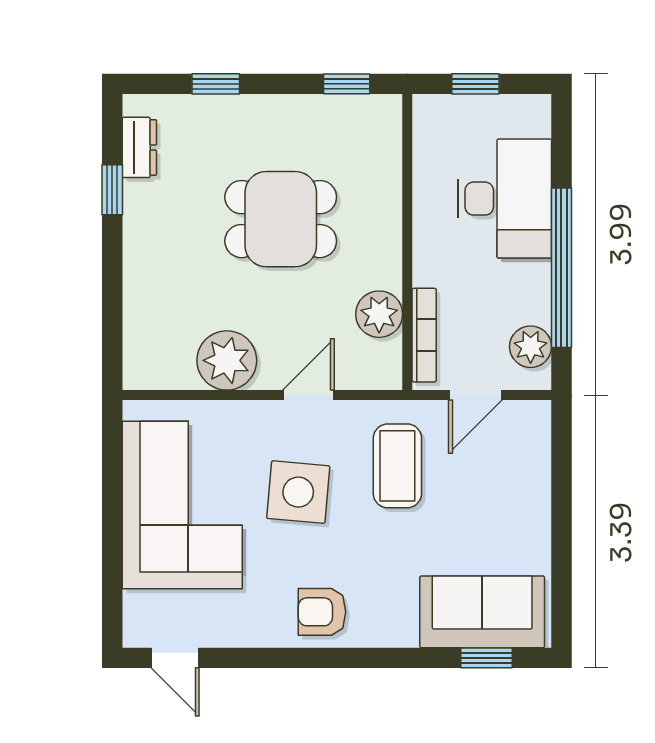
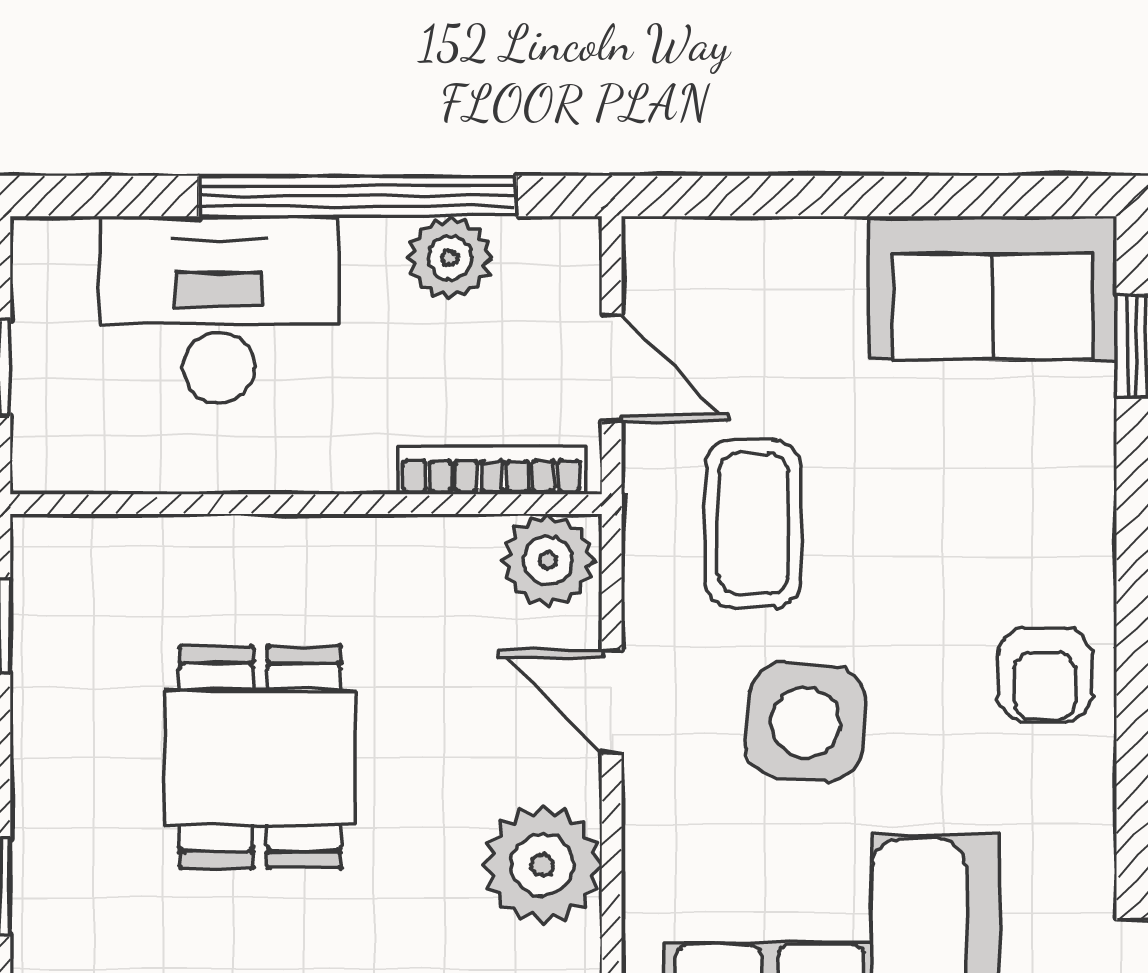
plant: (379, 314) -> (548, 560), moved
plant: (531, 347) -> (450, 258), moved
coffee table: (397, 466) -> (753, 524), turned 90
sofa: (482, 612) -> (992, 288), moved, turned -90

